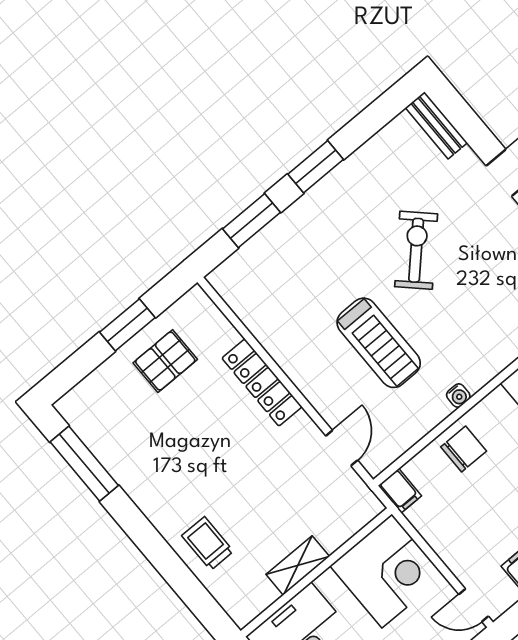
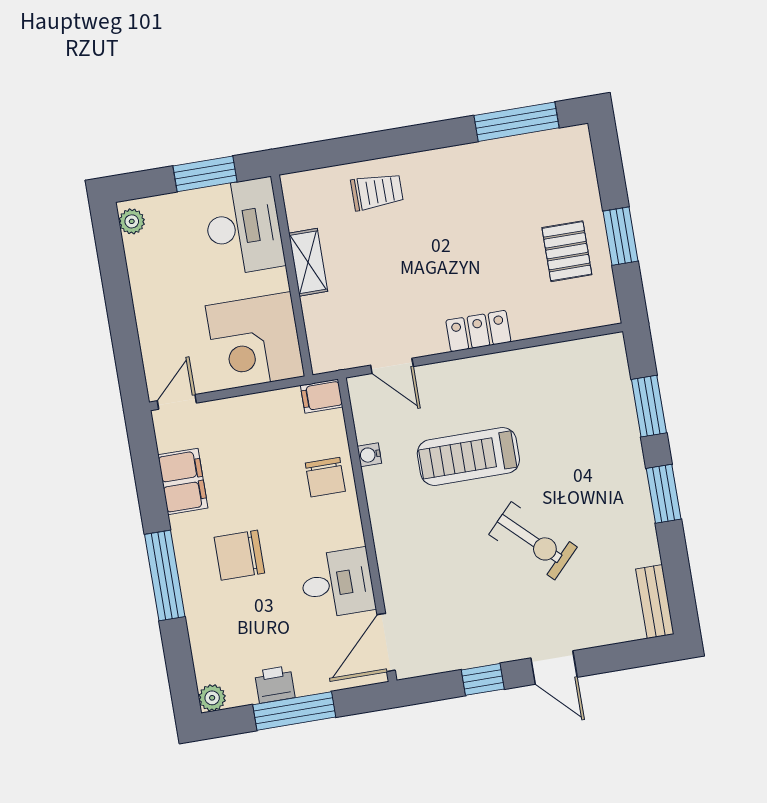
bench: (436, 125) -> (655, 602), moved, turned 90
locker: (262, 382) -> (478, 331), width x0.66
water cooler: (458, 396) -> (369, 455), moved

